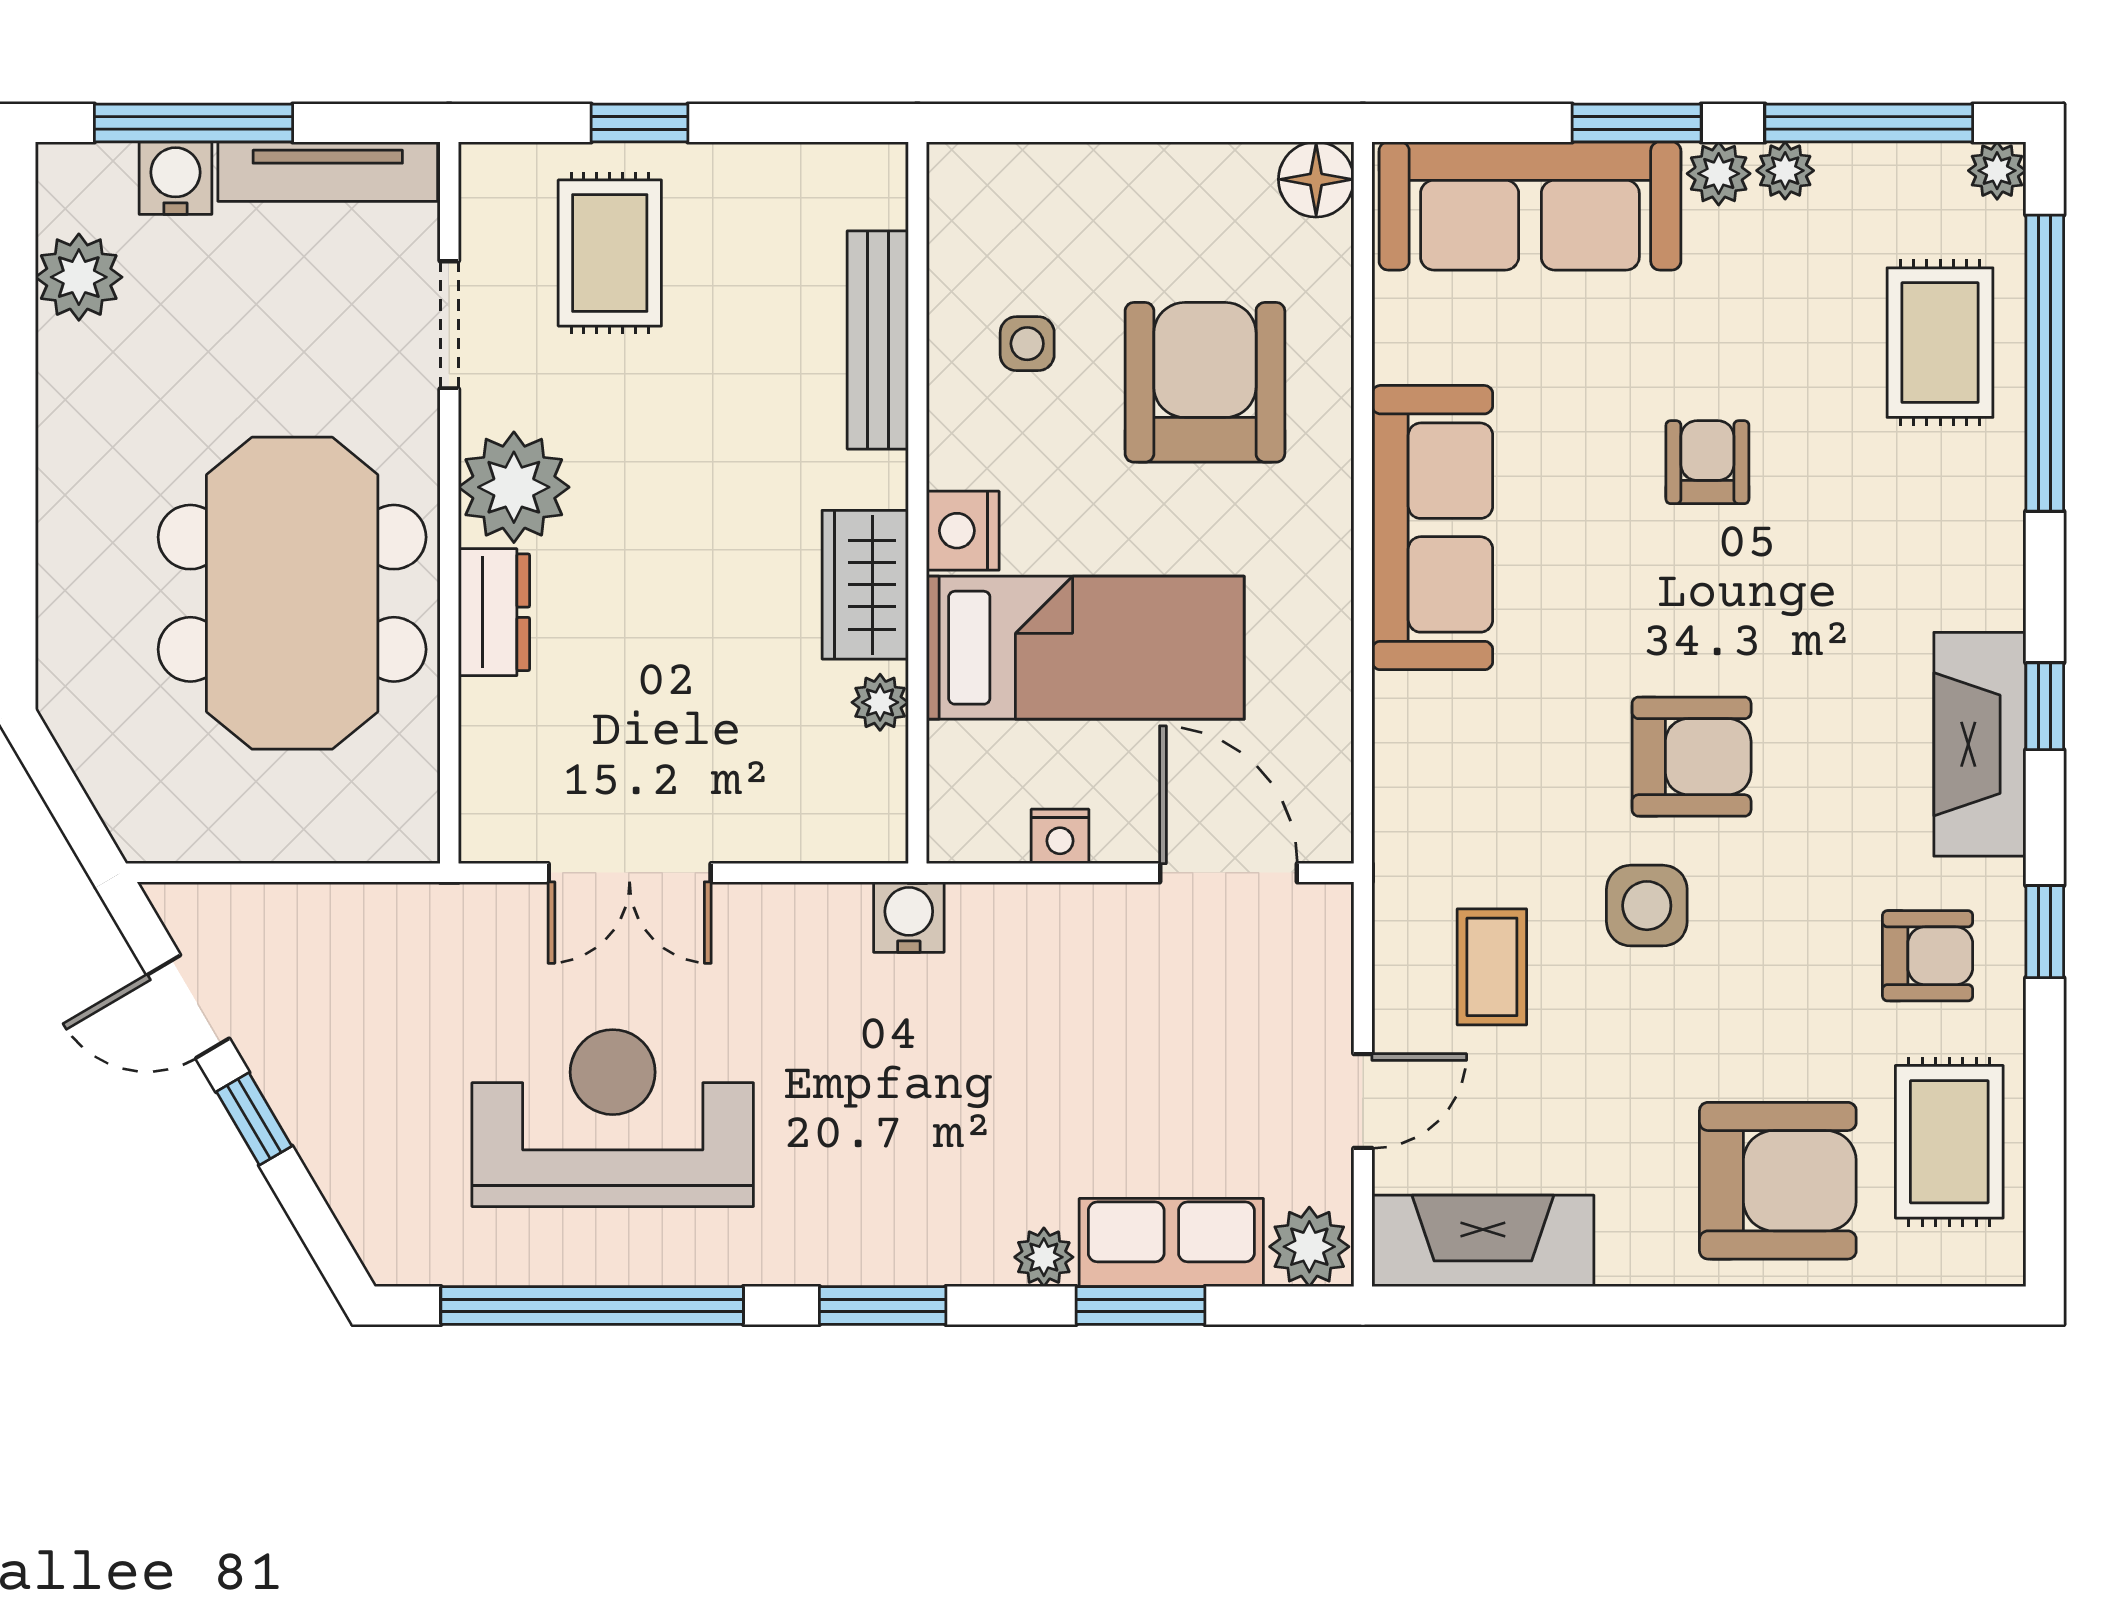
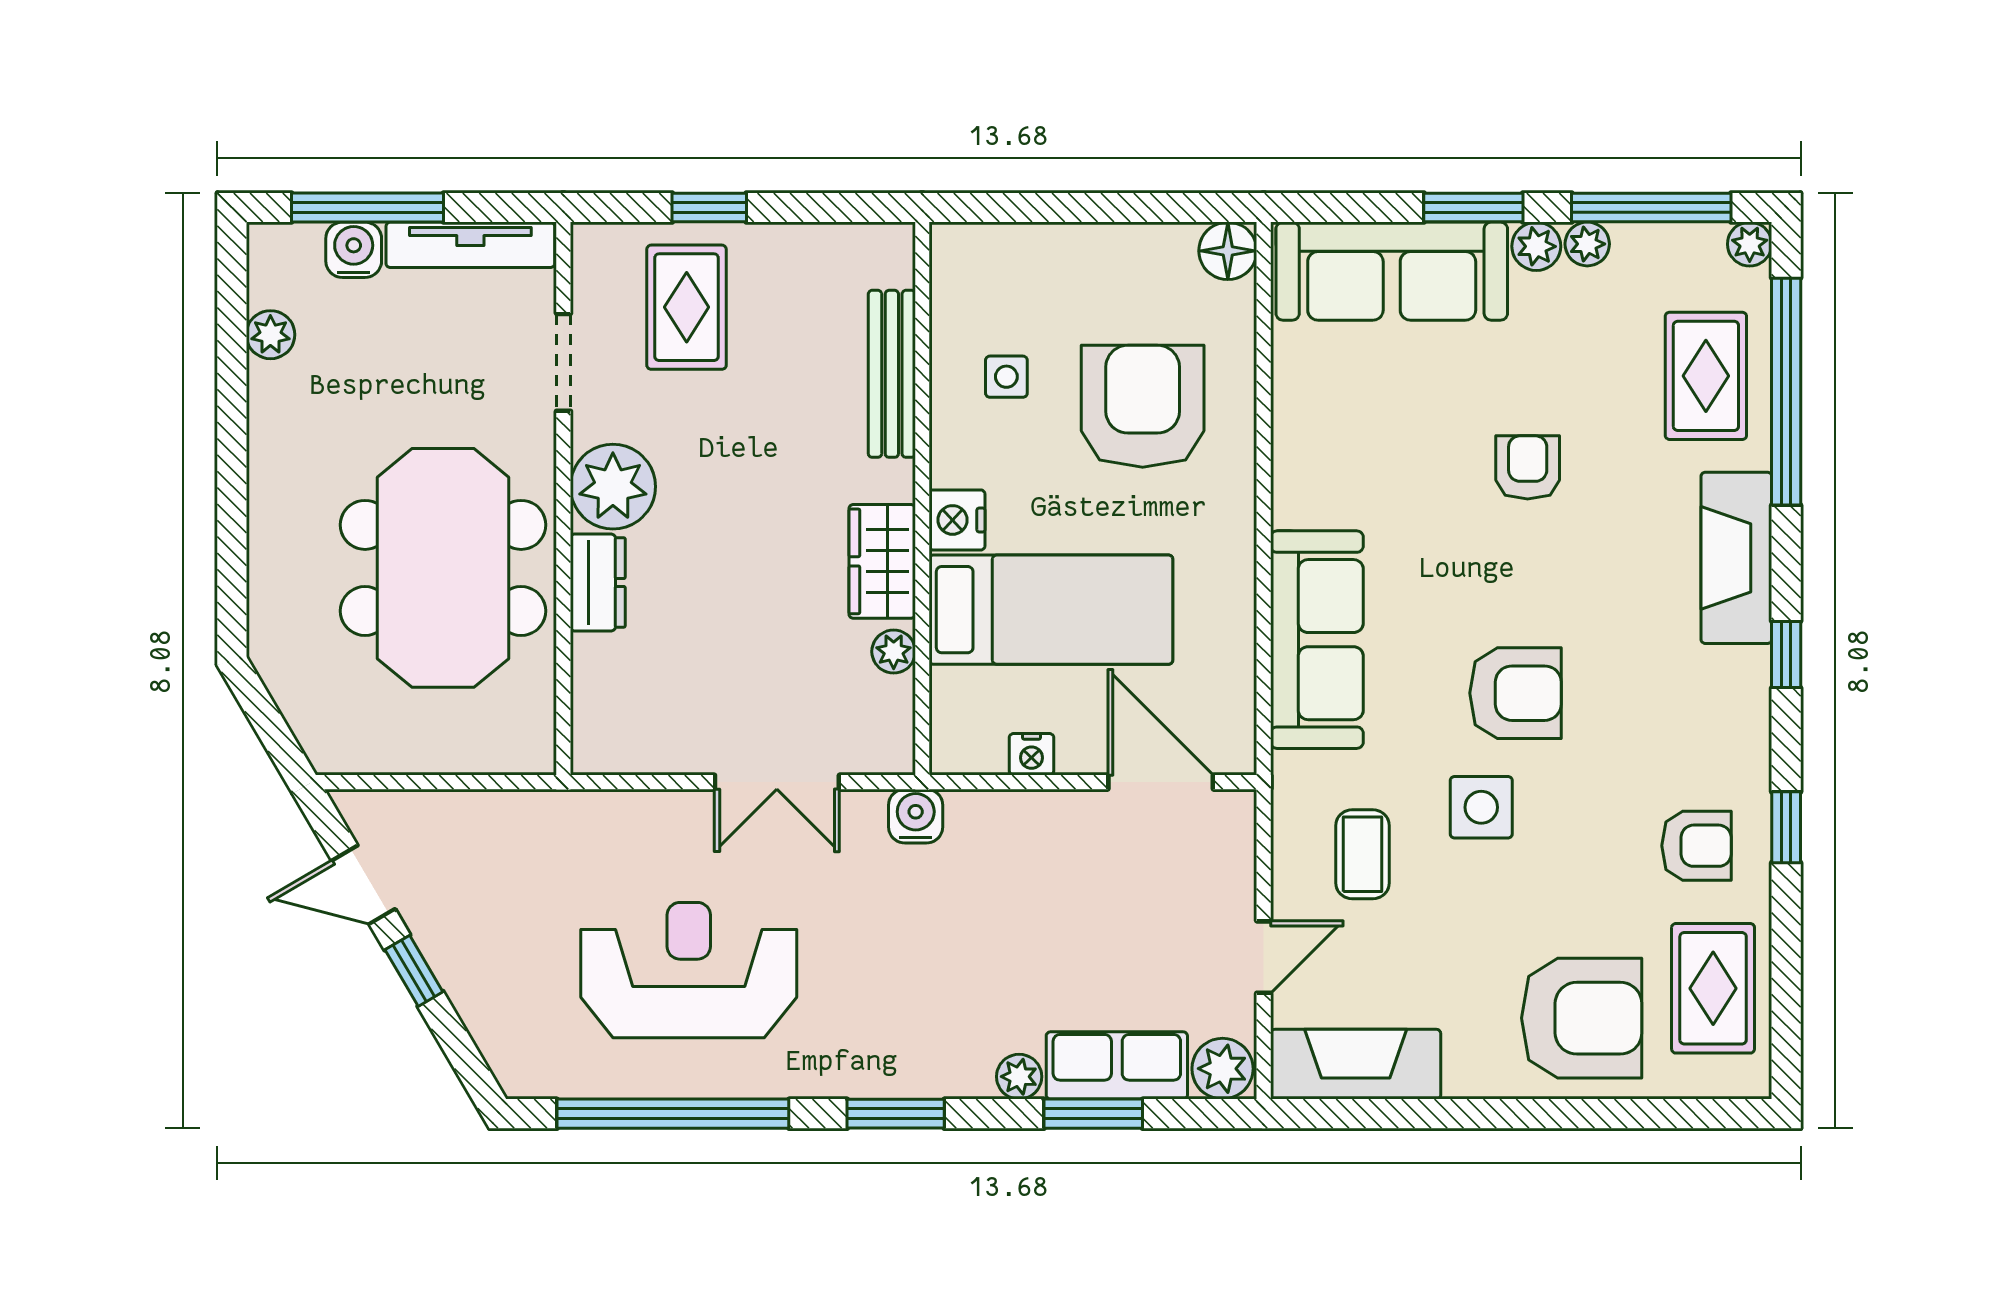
plant: (79, 277) -> (270, 335), width x0.73, depth x0.73
sofa: (1432, 528) -> (1317, 640), moved
fireplace: (1980, 744) -> (1736, 558), moved
double door: (630, 873) -> (777, 782), moved

